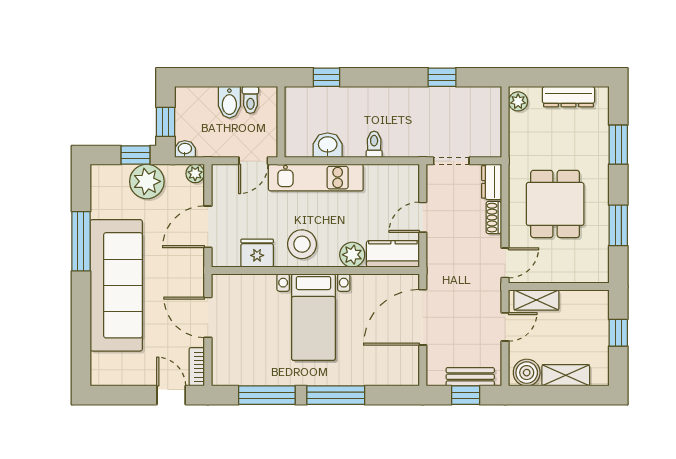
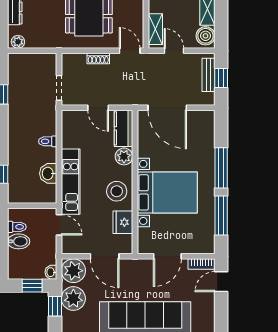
plant: (195, 173) -> (73, 271), width x1.87, depth x1.87
dresser: (492, 182) -> (74, 60), removed
bed with nightstands: (313, 317) -> (167, 192), width x1.36

